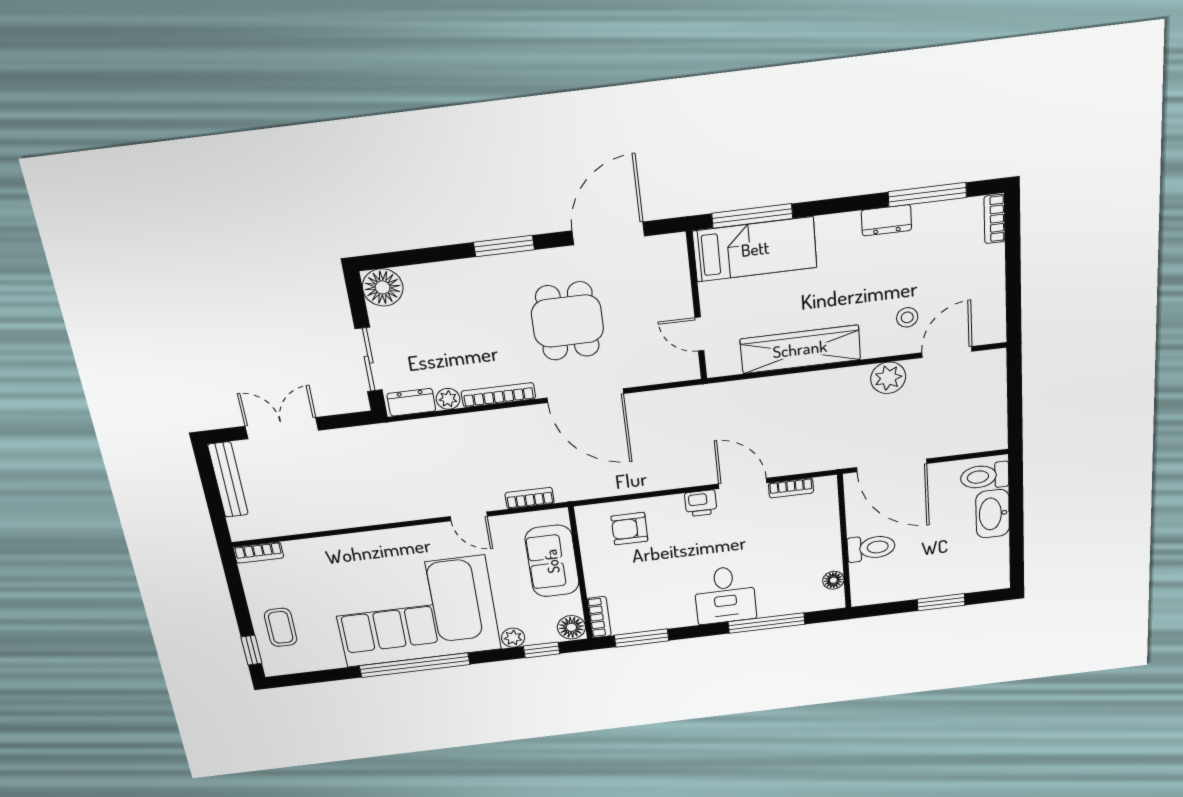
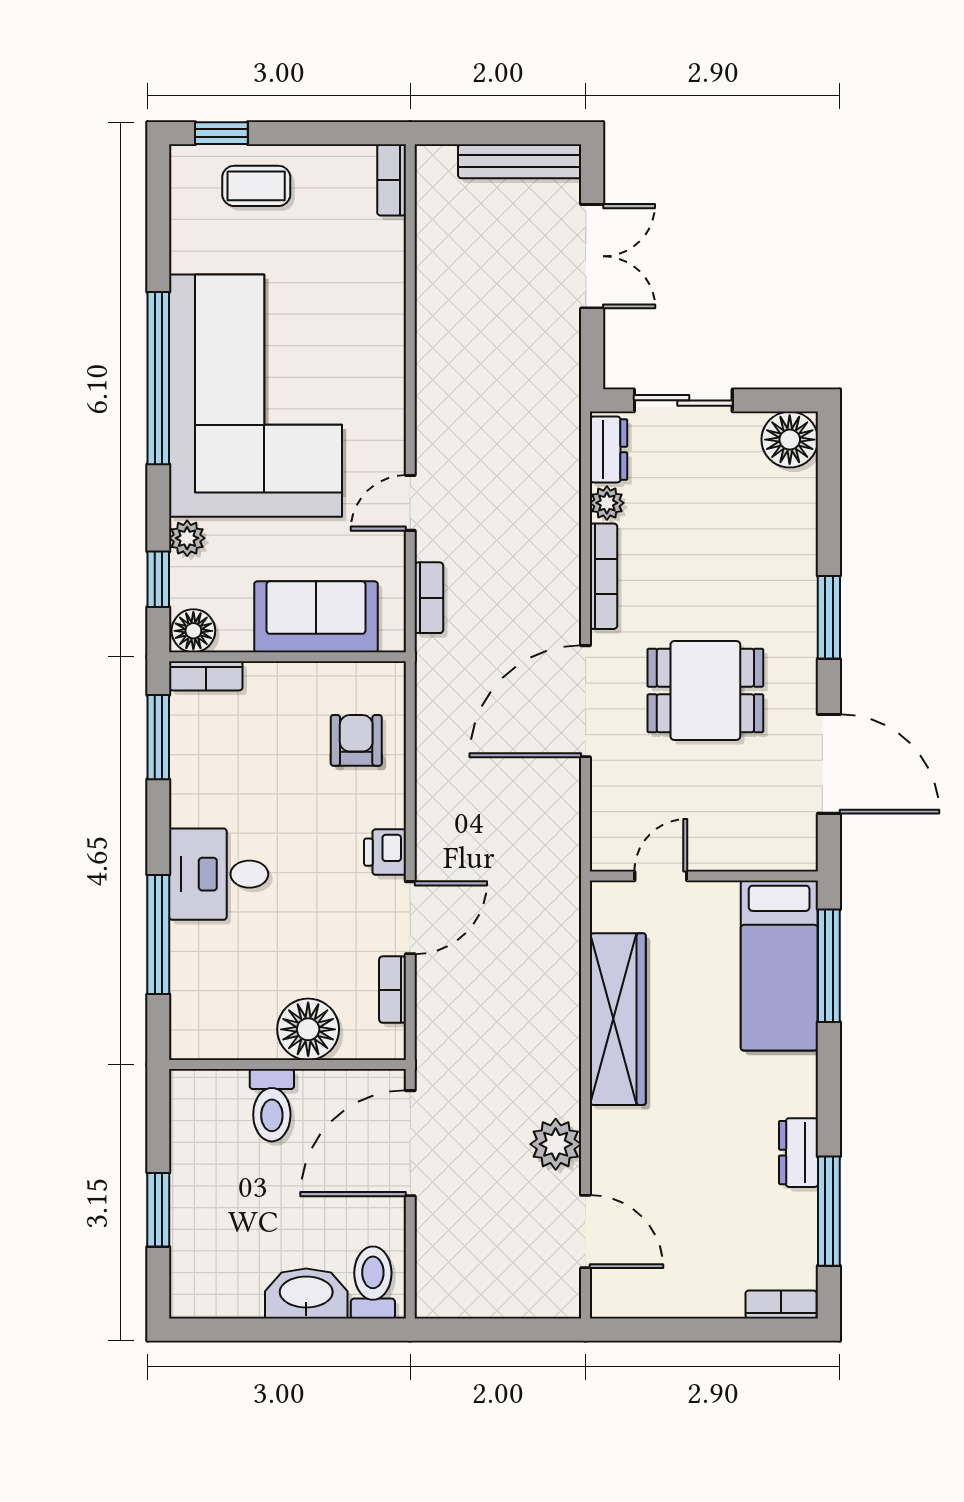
stool: (907, 317) -> (648, 1176), removed
floor lamp: (833, 580) -> (308, 1029), moved, width x1.89, depth x1.89

